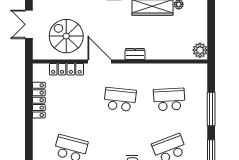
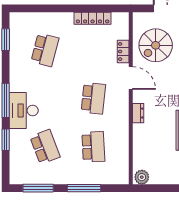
spiral stairs: (66, 36) -> (156, 45), turned 180
door: (99, 61) -> (131, 78), hinge flipped
locker: (66, 69) -> (123, 52), width x0.66

